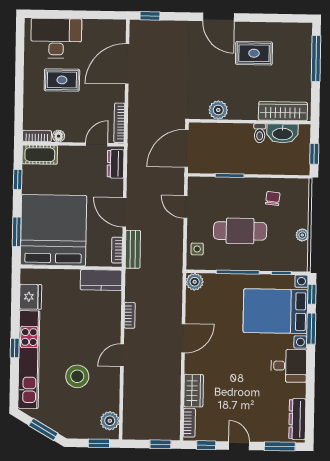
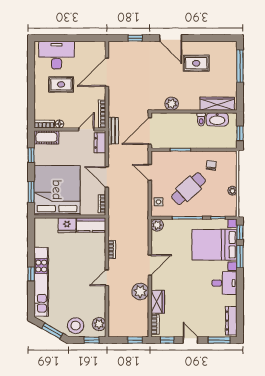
window: (150, 16) -> (135, 38), moved
cafe table: (240, 231) -> (189, 189), turned -42
bench: (133, 249) -> (113, 131), moved
fridge: (31, 297) -> (67, 225), moved, turned 90
stool: (77, 376) -> (76, 326), moved
plant: (169, 376) -> (140, 291), added

